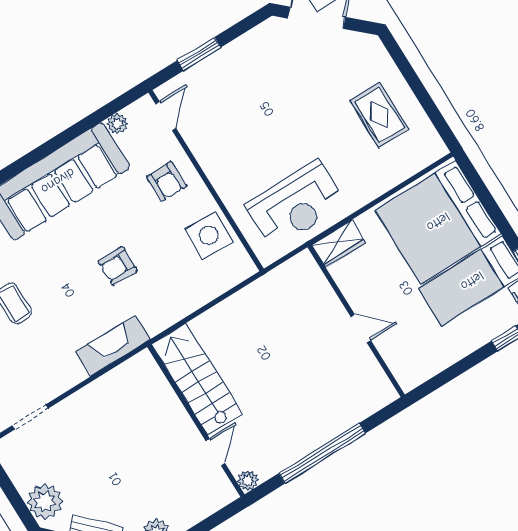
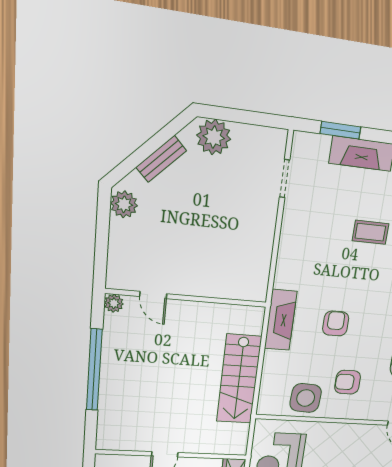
armchair: (166, 181) -> (348, 382), moved
fireplace: (113, 346) -> (281, 320), moved
stairs: (197, 379) -> (239, 379), moved, turned 90

